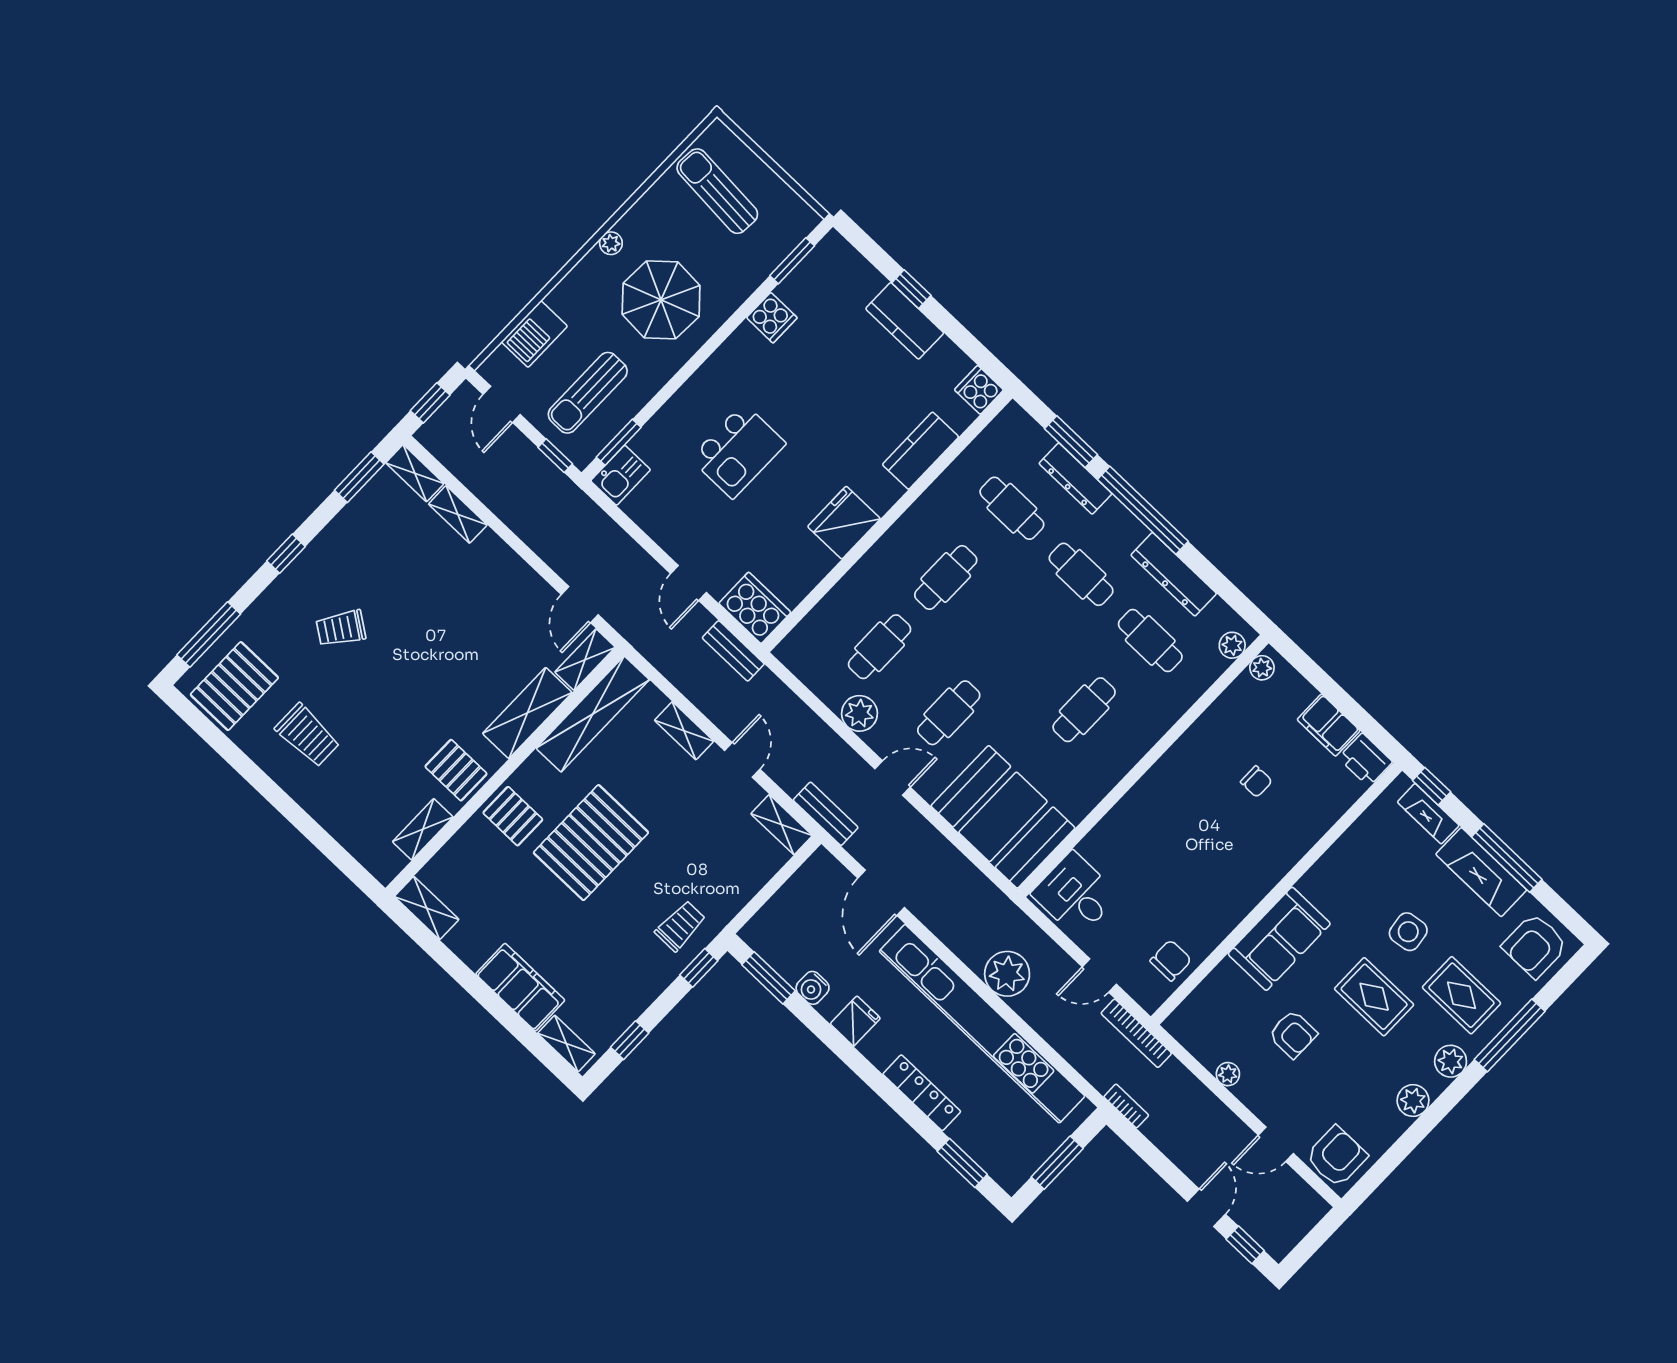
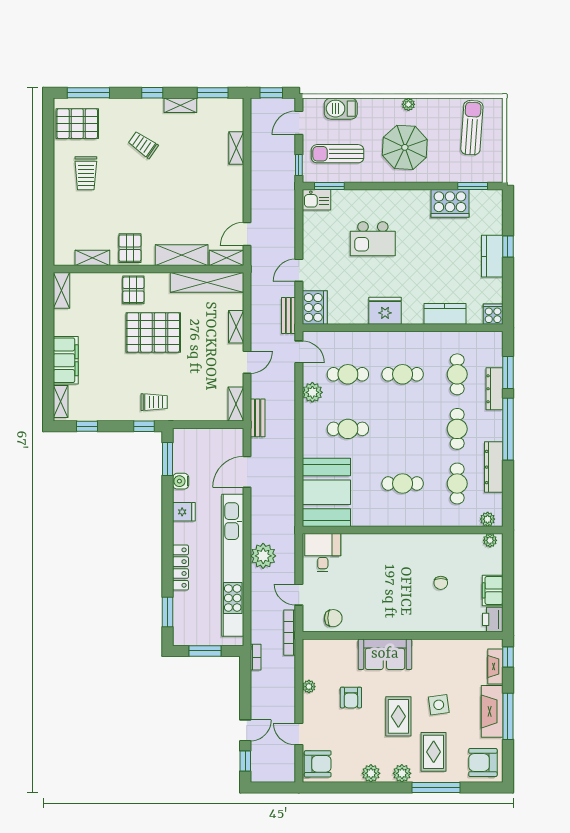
cooker: (772, 318) -> (450, 203), width x1.87, depth x1.31
shelving: (415, 473) -> (180, 105), moved, turned 90
door: (892, 778) -> (299, 352), moved

